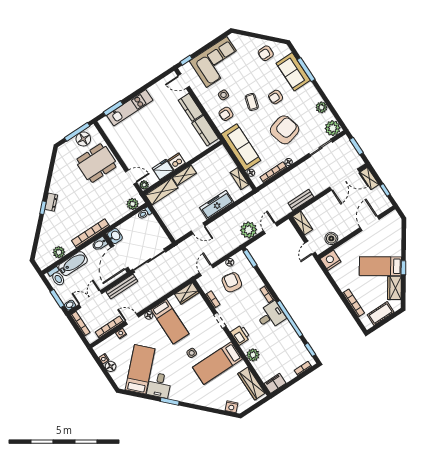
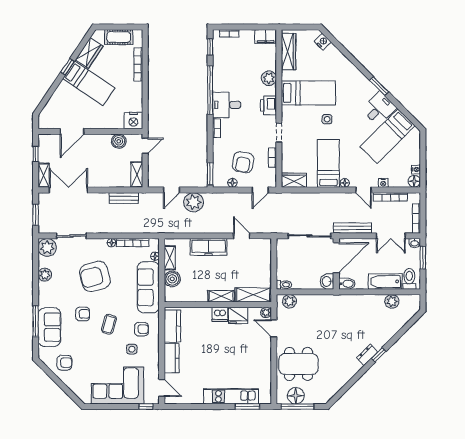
boiler: (228, 165) -> (172, 279), added
bookcase: (90, 233) -> (349, 300), removed
floor lamp: (111, 366) -> (414, 181), moved

